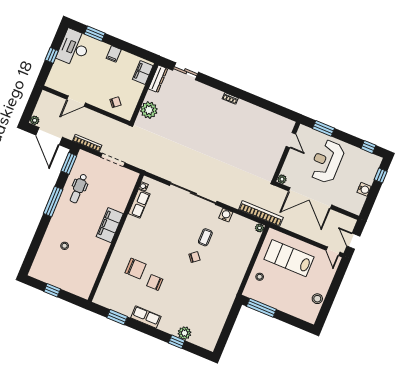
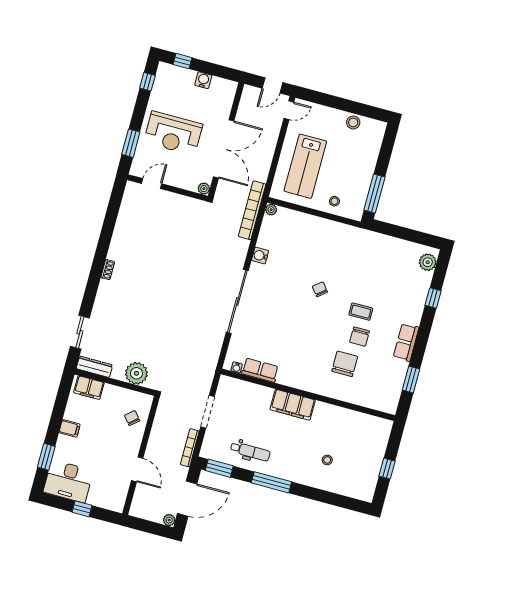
coffee table: (205, 237) -> (361, 312), moved
plant: (184, 333) -> (428, 262), moved

